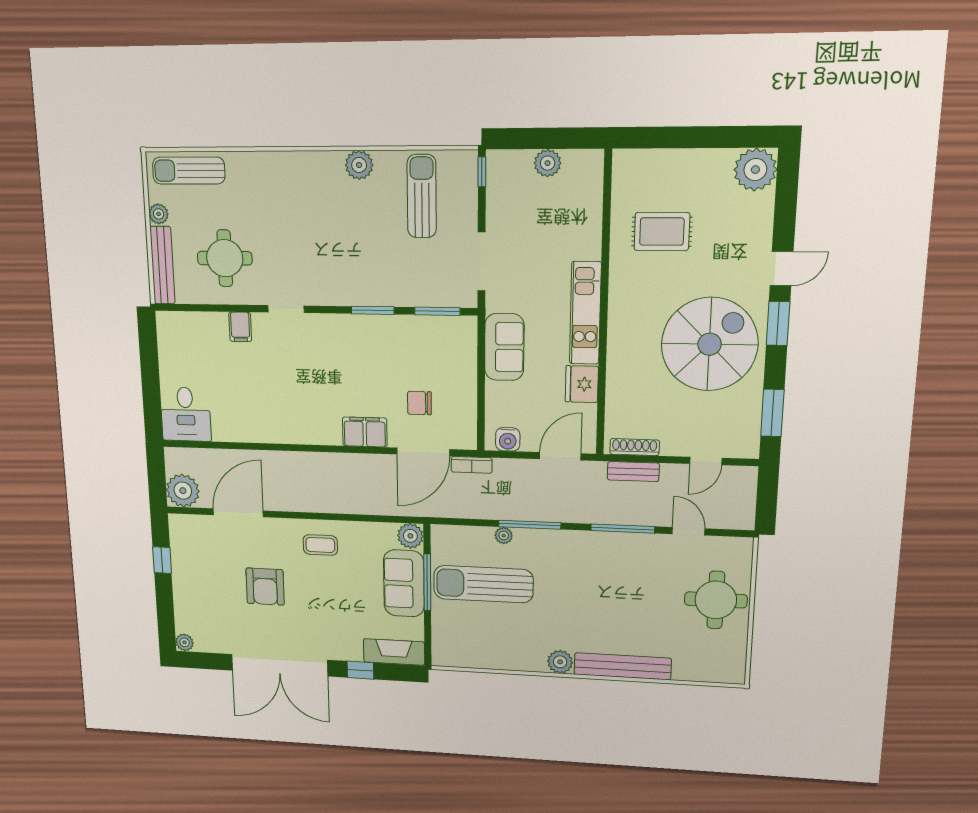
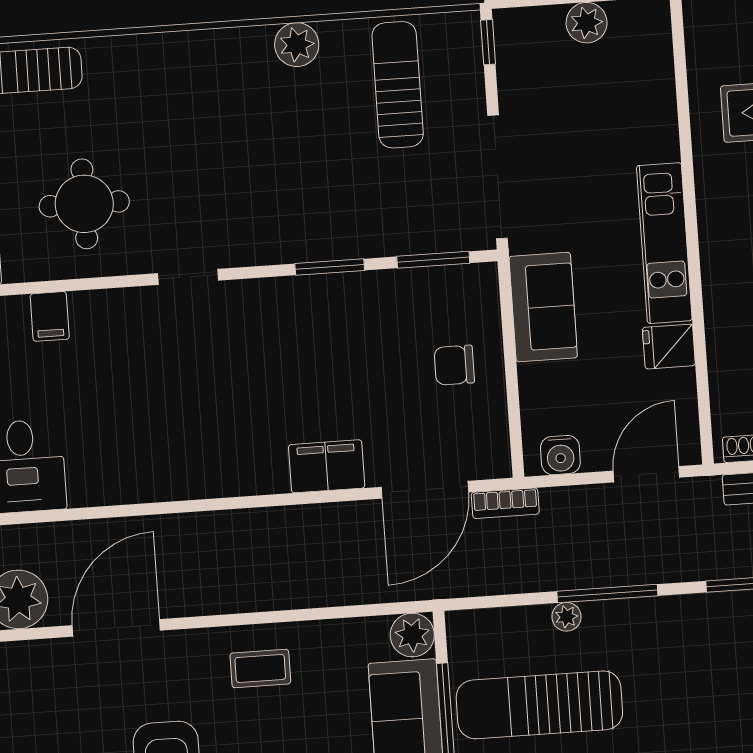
doorway: (482, 261) -> (497, 177), width x1.36
filing cabinet: (240, 327) -> (50, 316), moved
fridge: (582, 384) -> (669, 347), width x0.72
chair: (419, 403) -> (454, 365), moved

